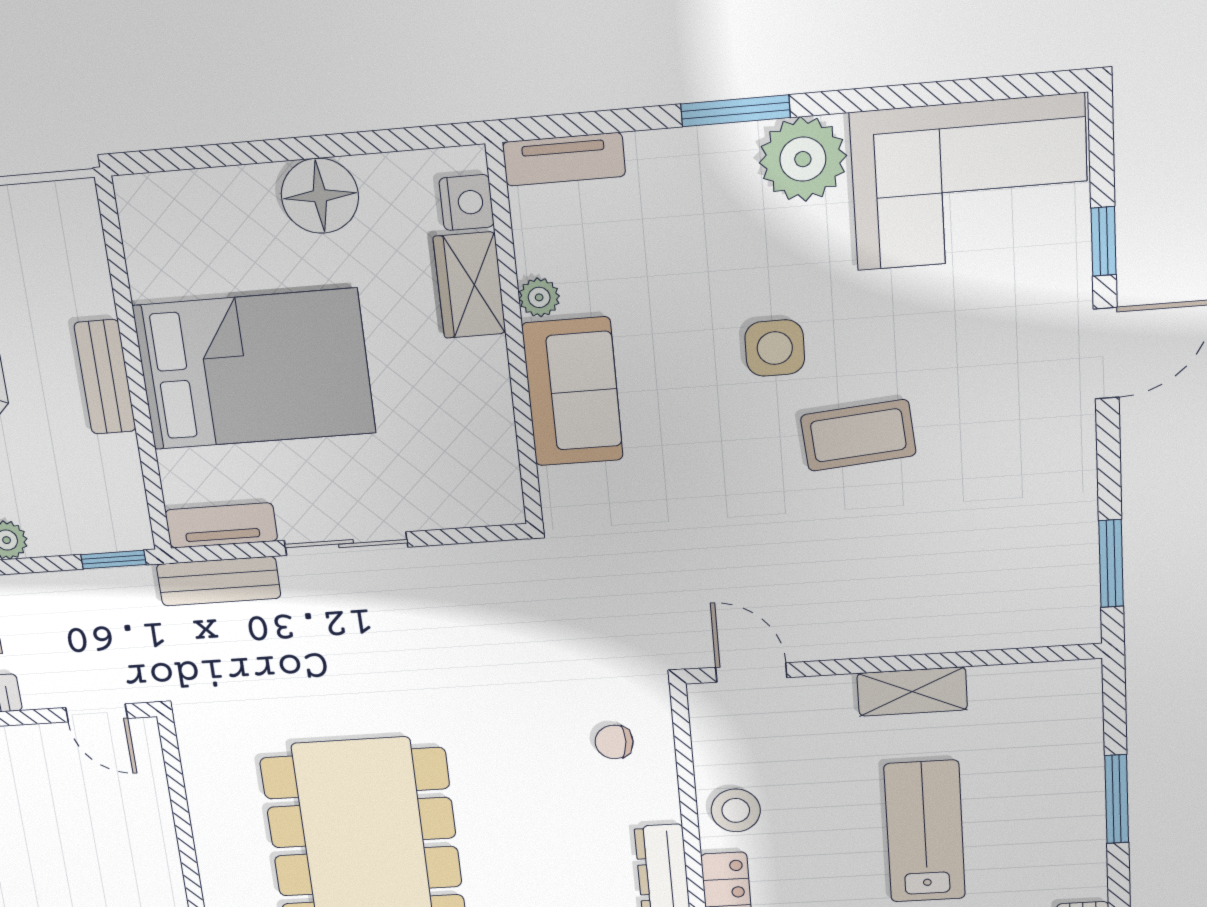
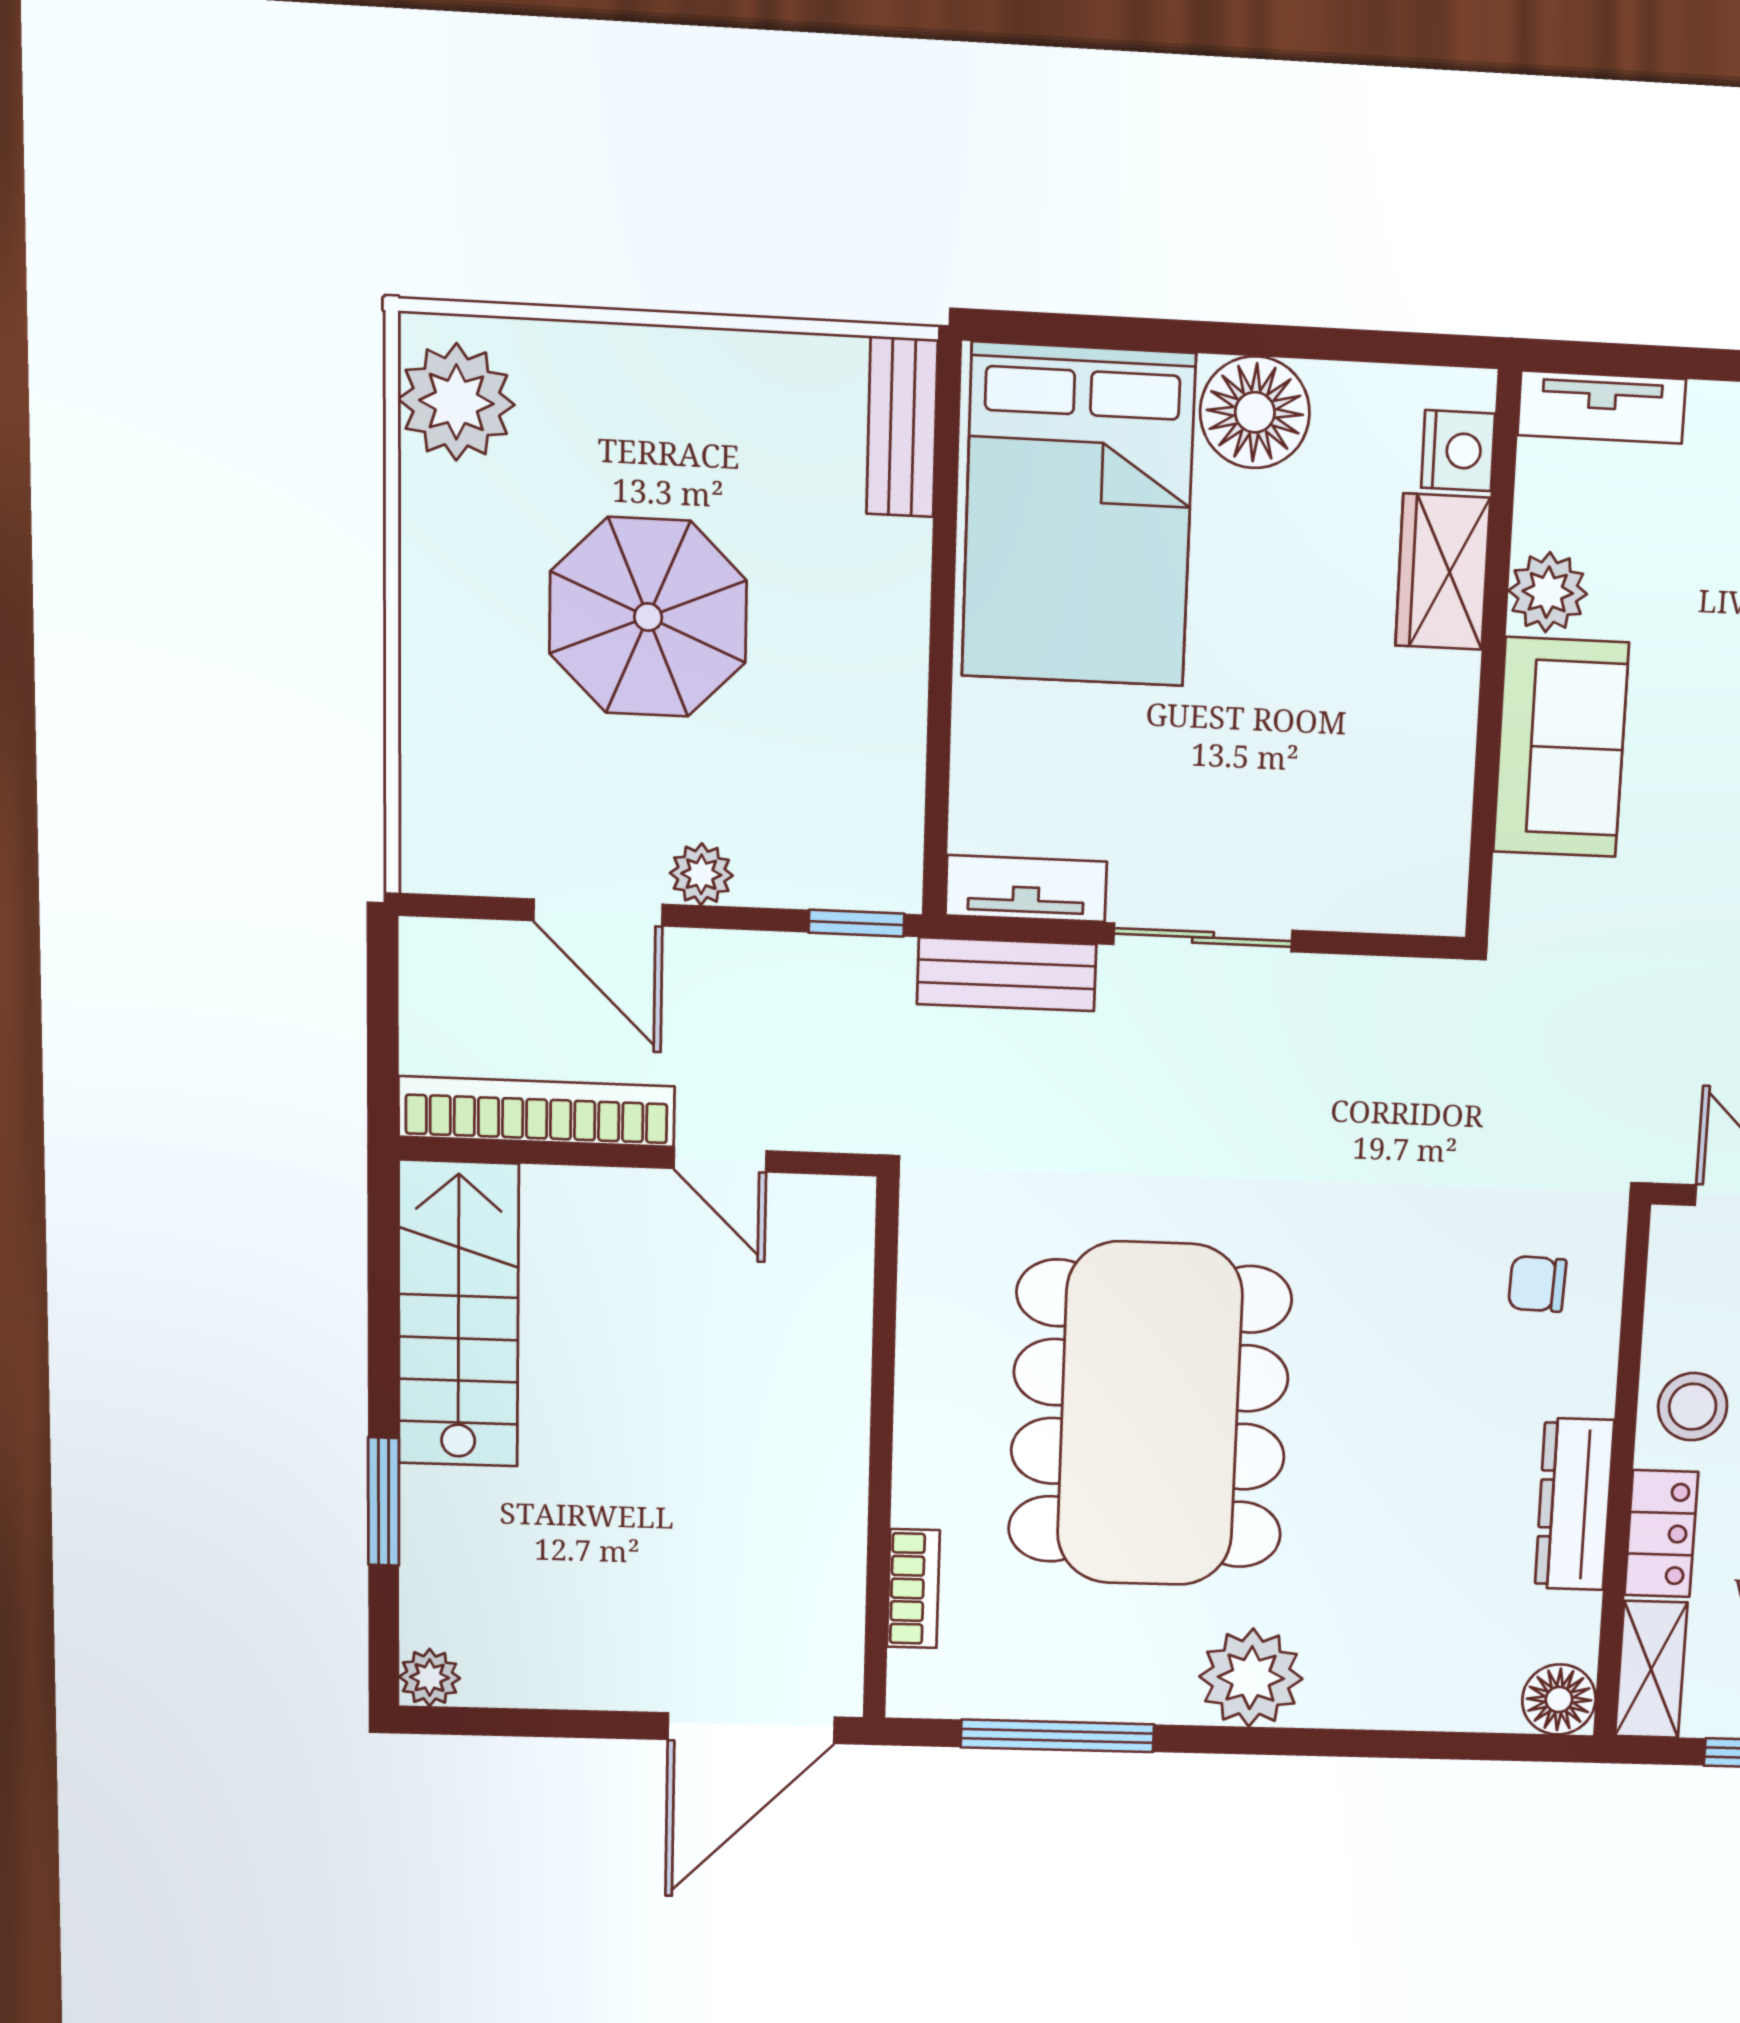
plant: (539, 297) -> (1548, 592), width x1.38, depth x1.38
bed: (255, 369) -> (1078, 515), moved, turned 90
bench: (105, 377) -> (902, 427), moved
door: (97, 713) -> (720, 1160), moved

